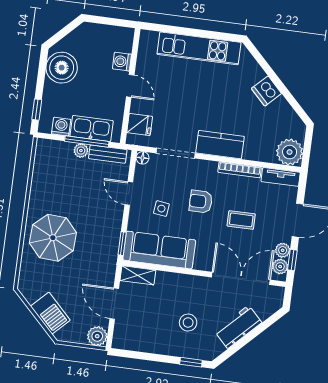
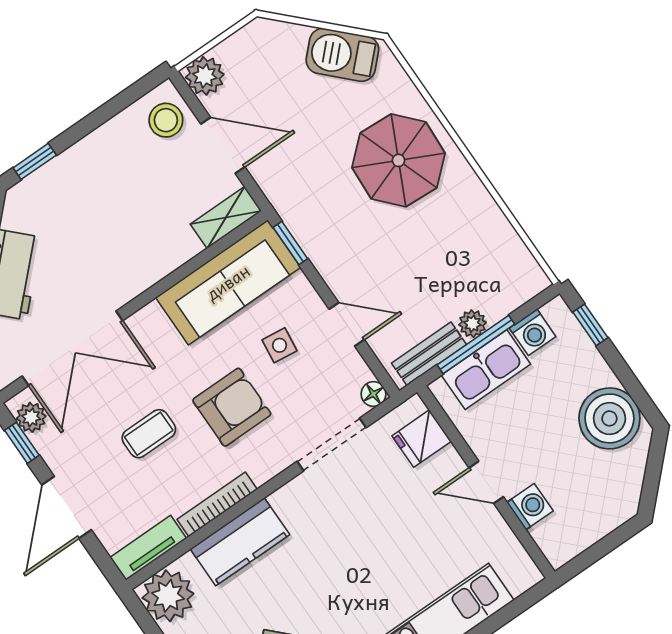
kitchen counter: (220, 145) -> (240, 542), moved
armchair: (201, 202) -> (232, 407), width x1.38, depth x1.38
plant: (283, 250) -> (49, 444), removed
barbecue: (50, 313) -> (342, 55), moved
stool: (188, 323) -> (166, 120), moved

